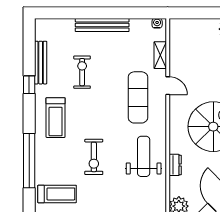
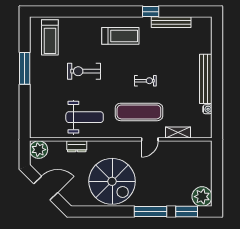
water cooler: (157, 23) -> (207, 109), moved
exercise bike: (82, 72) -> (145, 81), moved, width x0.73, depth x0.72
treadmill: (56, 118) -> (120, 36), turned 180
window: (29, 161) -> (81, 12), removed

